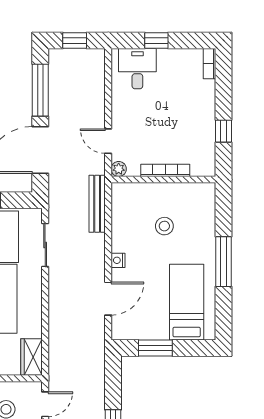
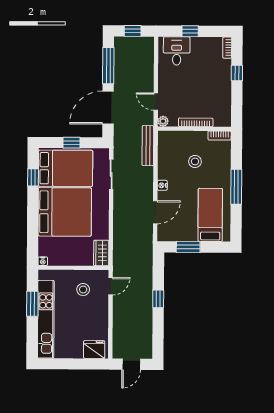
window: (223, 131) -> (237, 73), moved
bookcase: (199, 189) -> (220, 136), added

